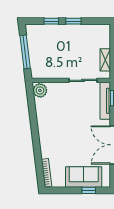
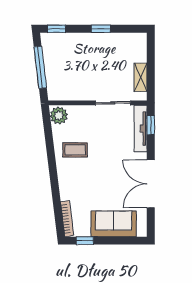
window: (51, 21) -> (56, 29), moved
coffee table: (53, 118) -> (75, 150), added
window: (89, 190) -> (85, 241), moved

